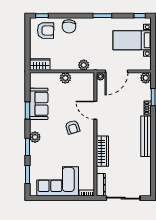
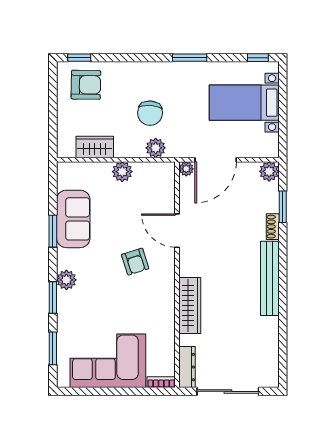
chair: (69, 26) -> (150, 113), moved
wardrobe: (40, 64) -> (95, 147), moved

